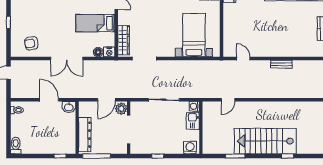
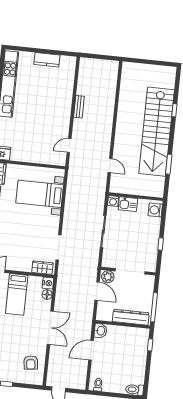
wardrobe: (123, 40) -> (42, 268), width x0.67
stairs: (265, 141) -> (157, 132), width x1.36

